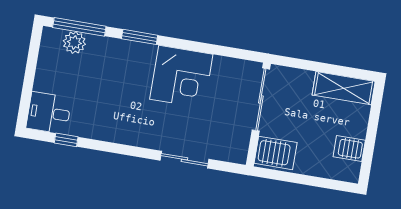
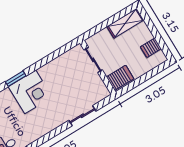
corner desk: (181, 77) -> (30, 92), moved
sliding door: (261, 100) -> (93, 60), width x0.73

